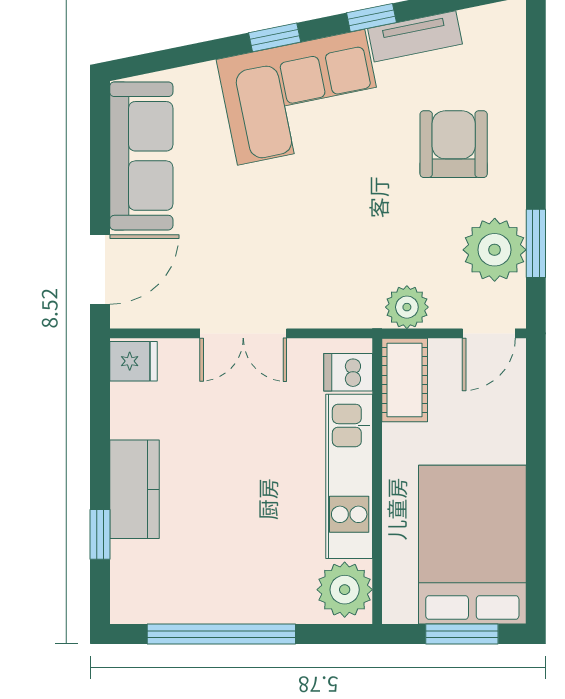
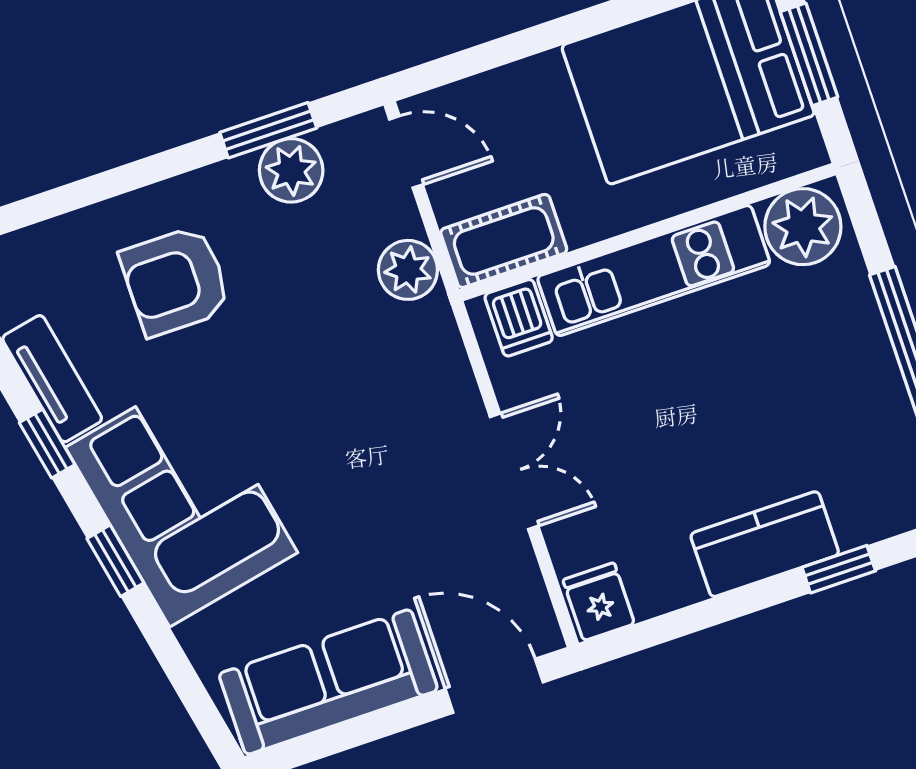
plant: (495, 250) -> (291, 170), width x0.73, depth x0.73

